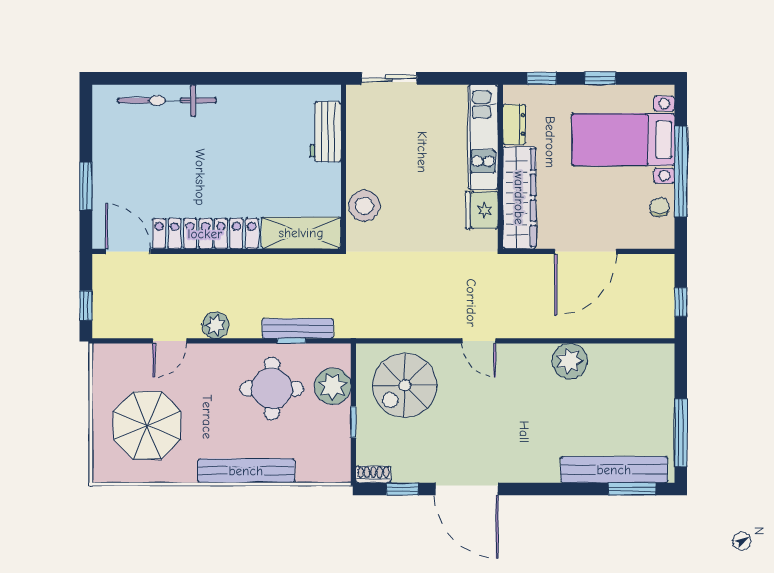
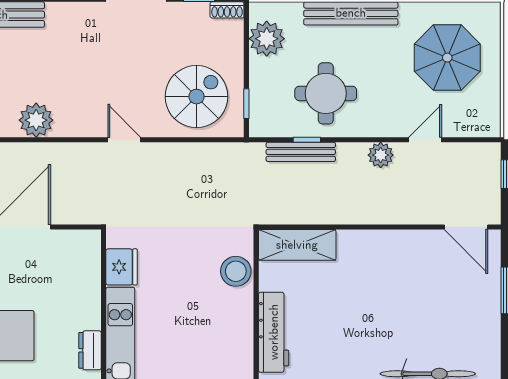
workbench: (325, 132) -> (274, 332), width x1.38
wardrobe: (519, 198) -> (85, 279), removed
locker: (205, 234) -> (390, 244), removed
plant: (333, 386) -> (267, 39), moved
window: (353, 422) -> (246, 104), moved

